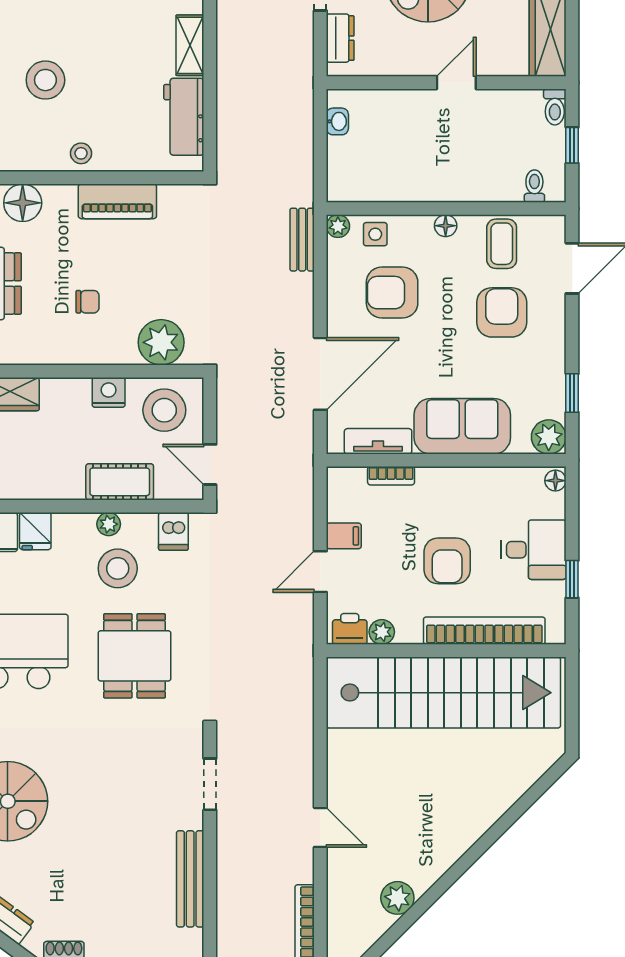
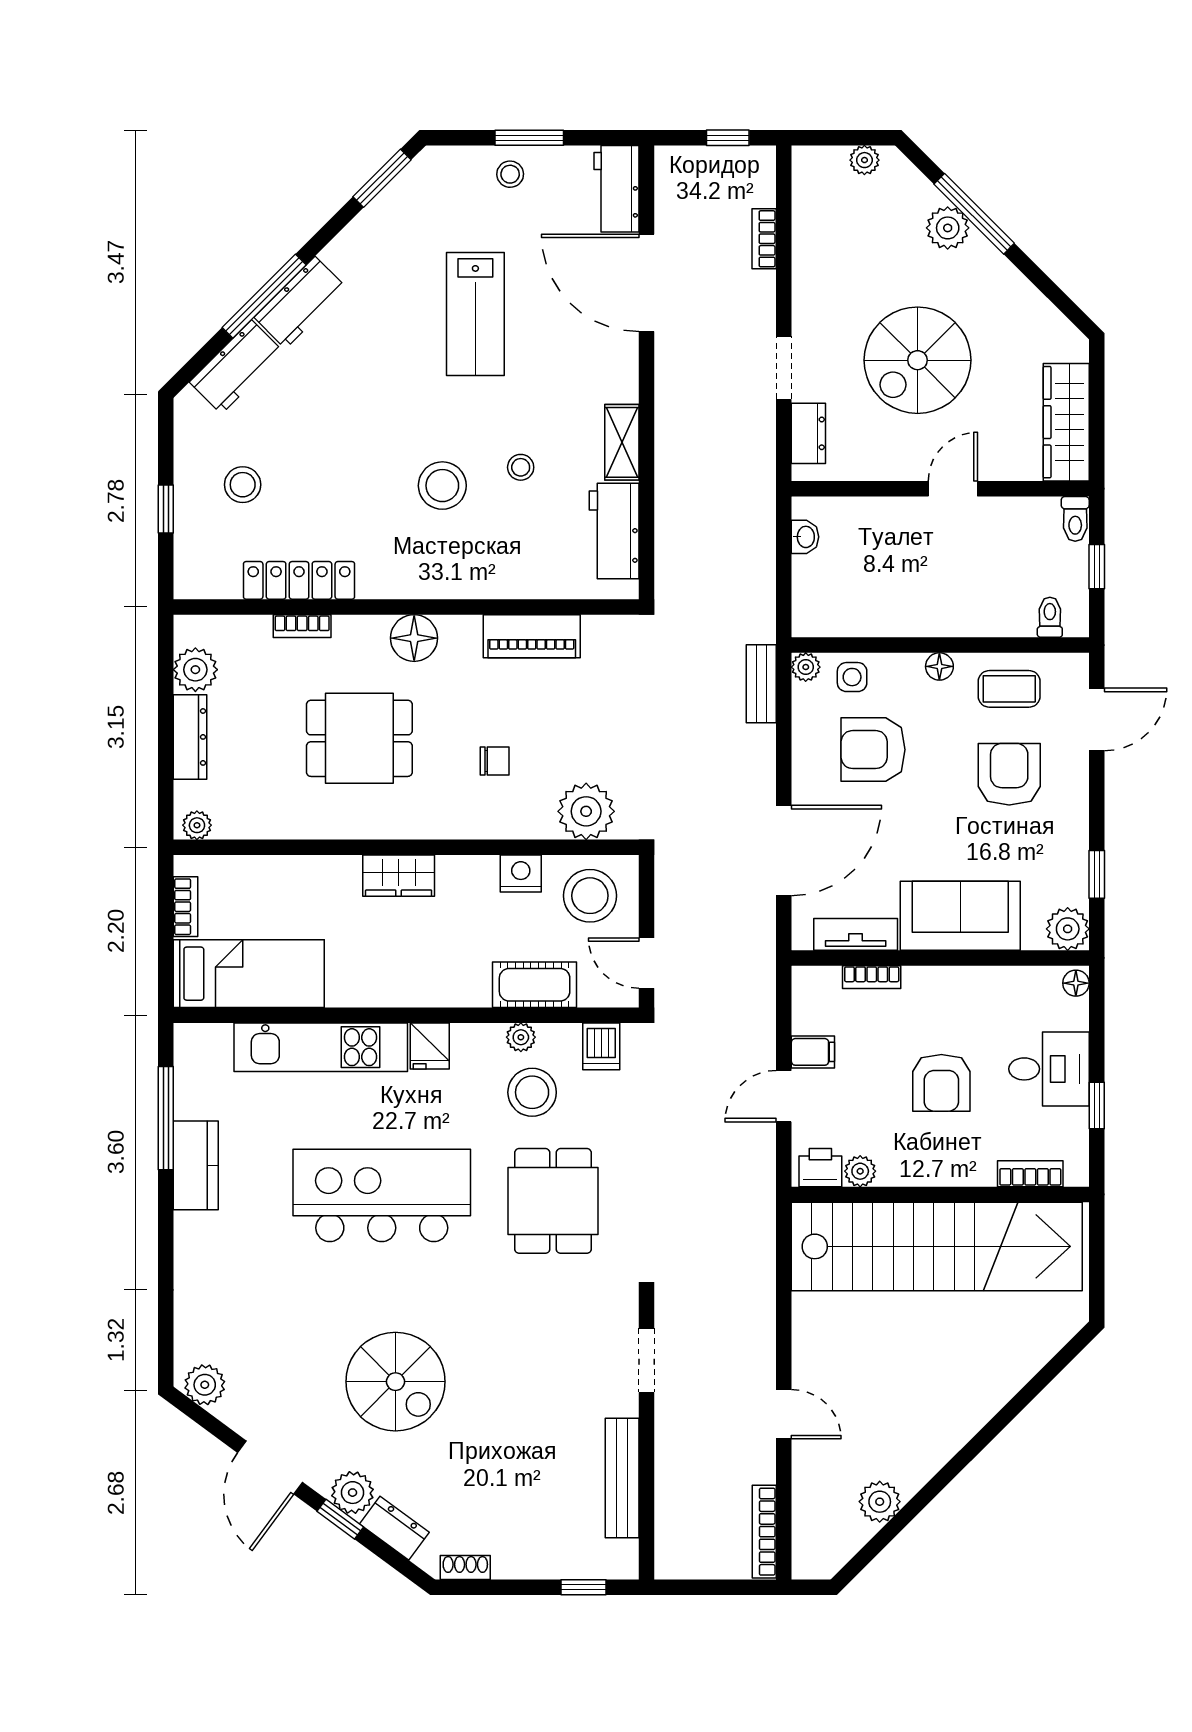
stool: (81, 153) -> (521, 467), moved
coffee table: (502, 244) -> (1009, 689), turned 90
bookcase: (484, 631) -> (1030, 1174), width x0.43, depth x0.76

